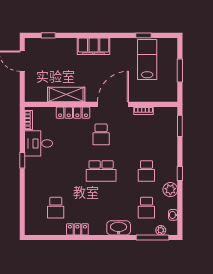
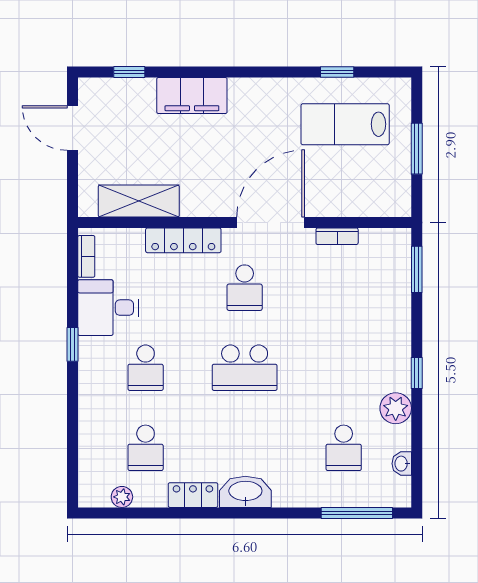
filing cabinet: (94, 46) -> (192, 96), moved
lab bench: (147, 59) -> (345, 124), turned -90
shelving: (66, 95) -> (139, 201), moved
school desk: (146, 171) -> (146, 368), moved
washbasin: (119, 228) -> (245, 492), moved
plant: (161, 230) -> (122, 497), moved

